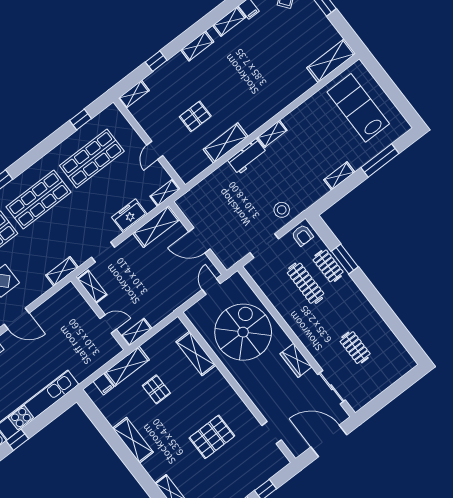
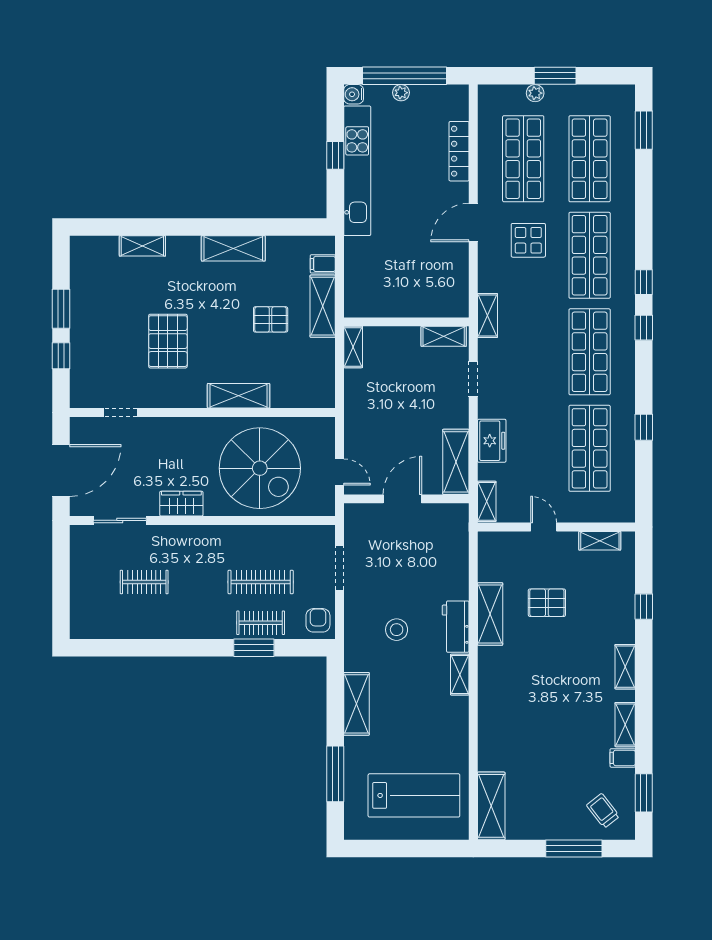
shelving: (134, 94) -> (600, 541), moved, turned 90
pallet: (195, 116) -> (547, 603), turned 90
window: (81, 119) -> (644, 427), moved
shelving: (339, 176) -> (356, 704), width x1.50, depth x1.33
stool: (282, 210) -> (397, 630), moved
armchair: (302, 235) -> (318, 620), turned 90
door: (108, 324) -> (387, 322), removed
shelving: (196, 353) -> (239, 396), moved
window: (17, 440) -> (335, 155), moved

